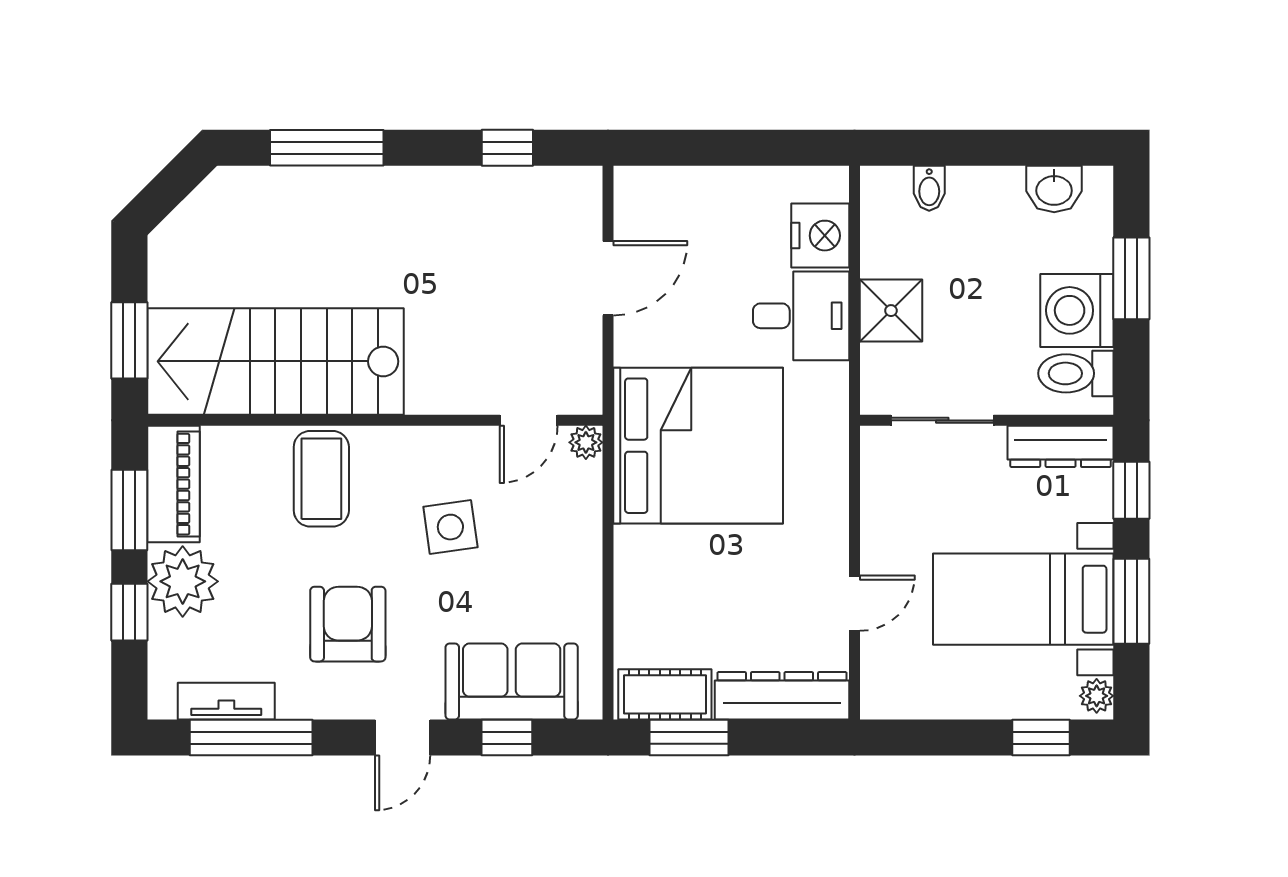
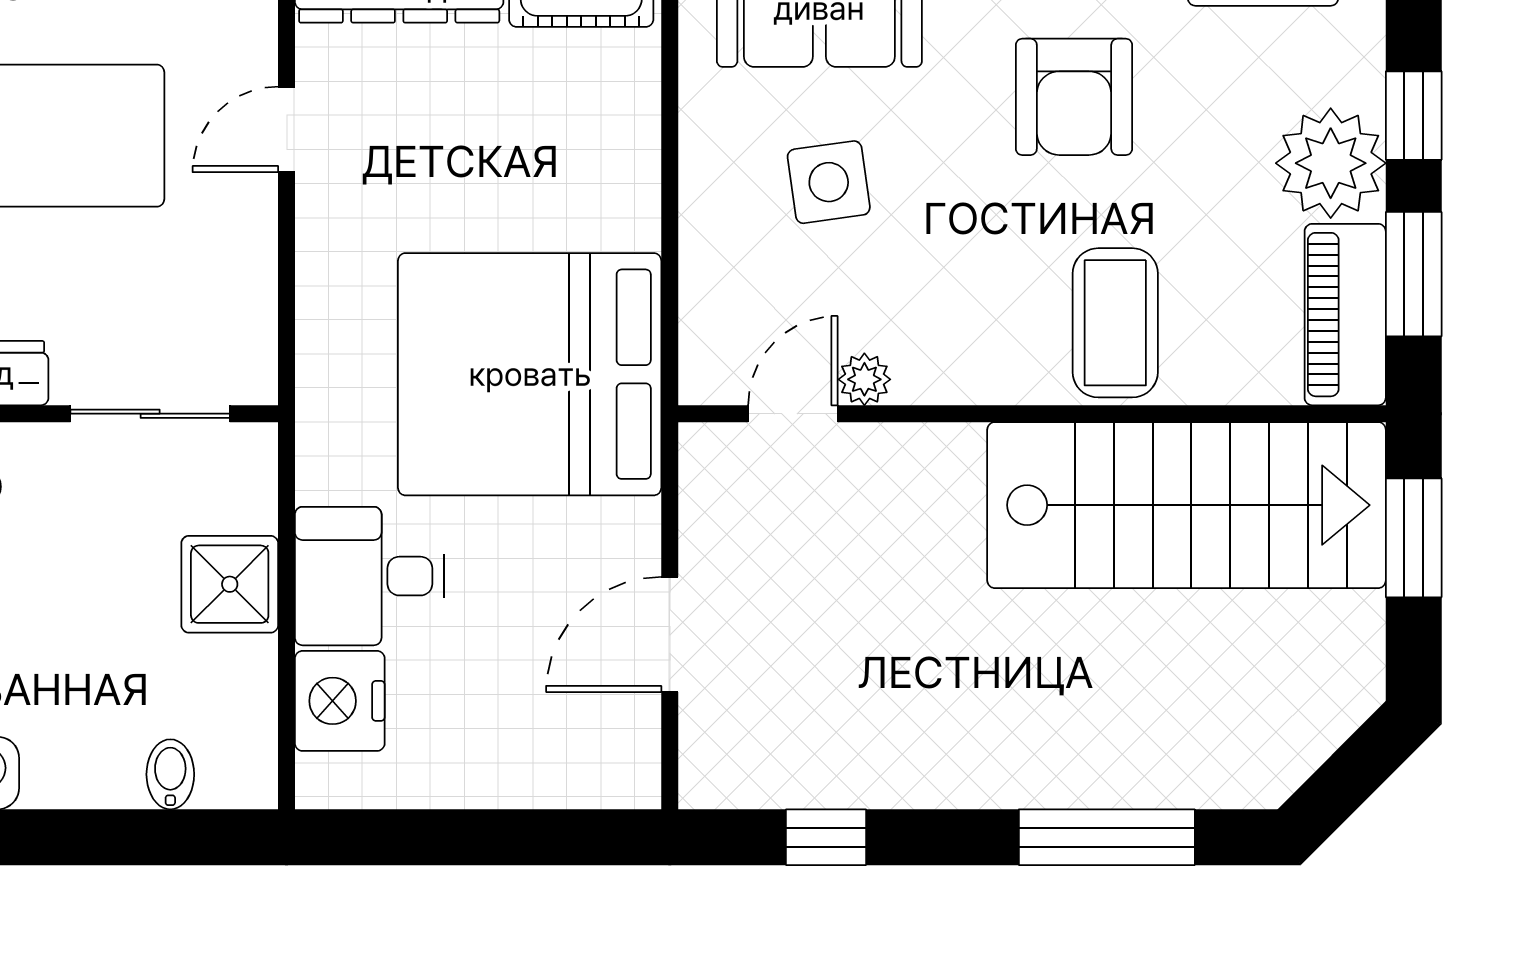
plant: (586, 442) -> (864, 379), moved
side table: (450, 527) -> (829, 182), moved

